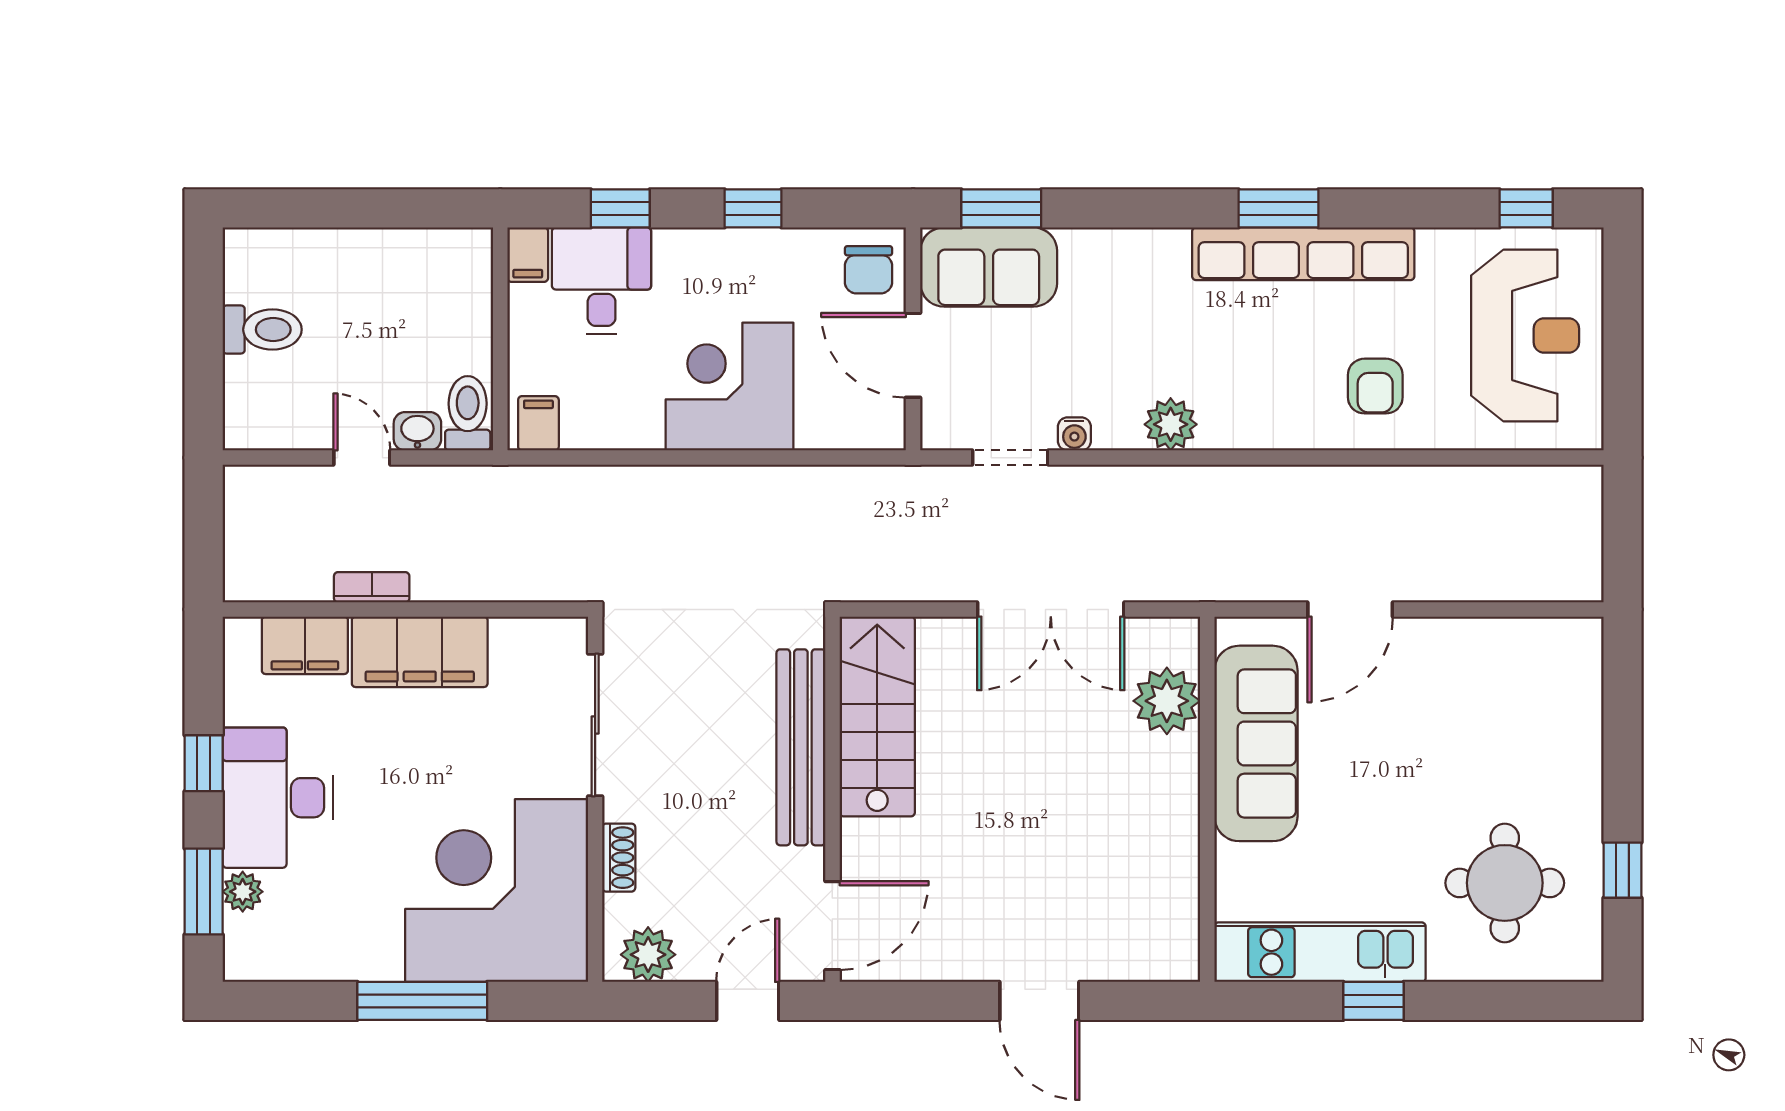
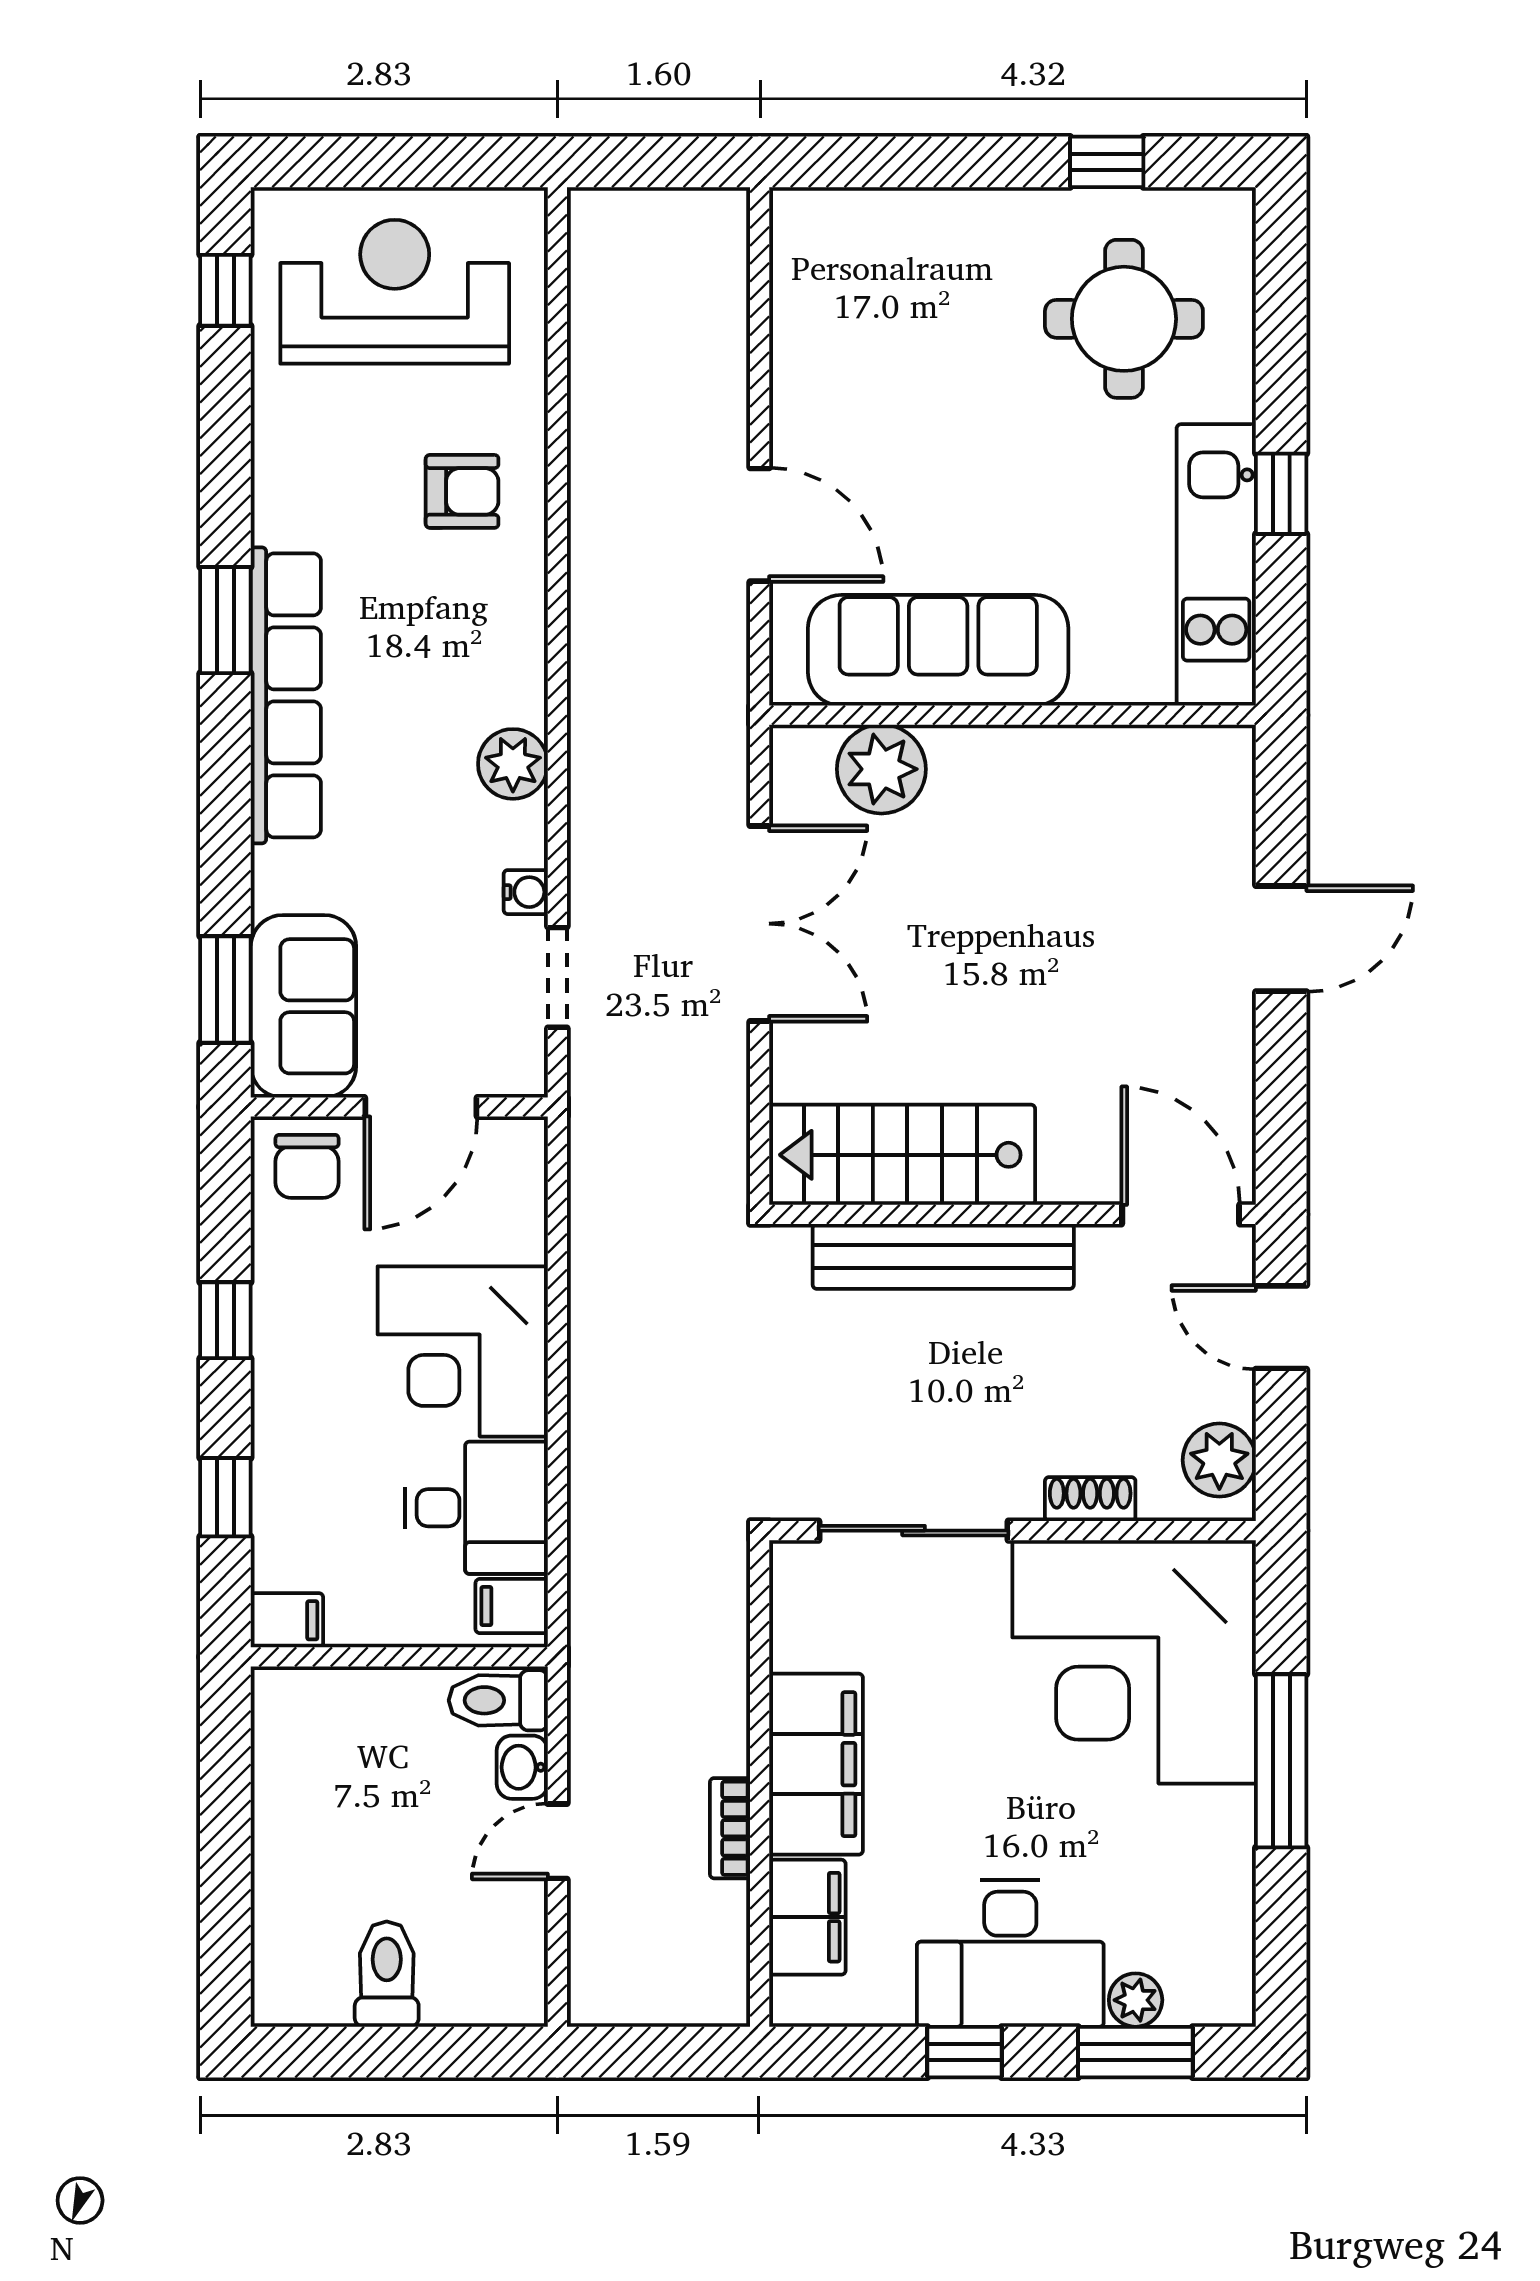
row of seats: (1303, 254) -> (286, 695), moved
chair: (869, 270) -> (307, 1166), turned 90
desk: (602, 281) -> (477, 1508), moved, turned 180

